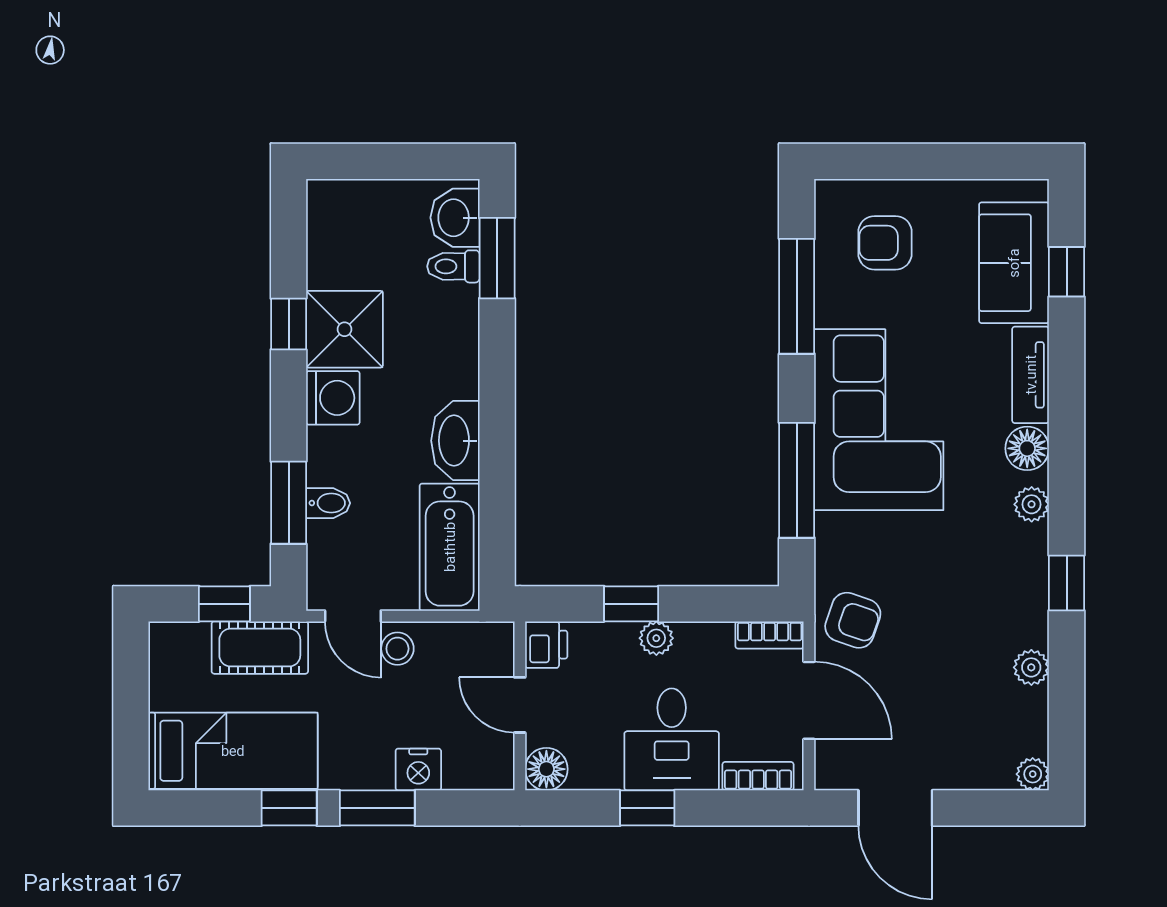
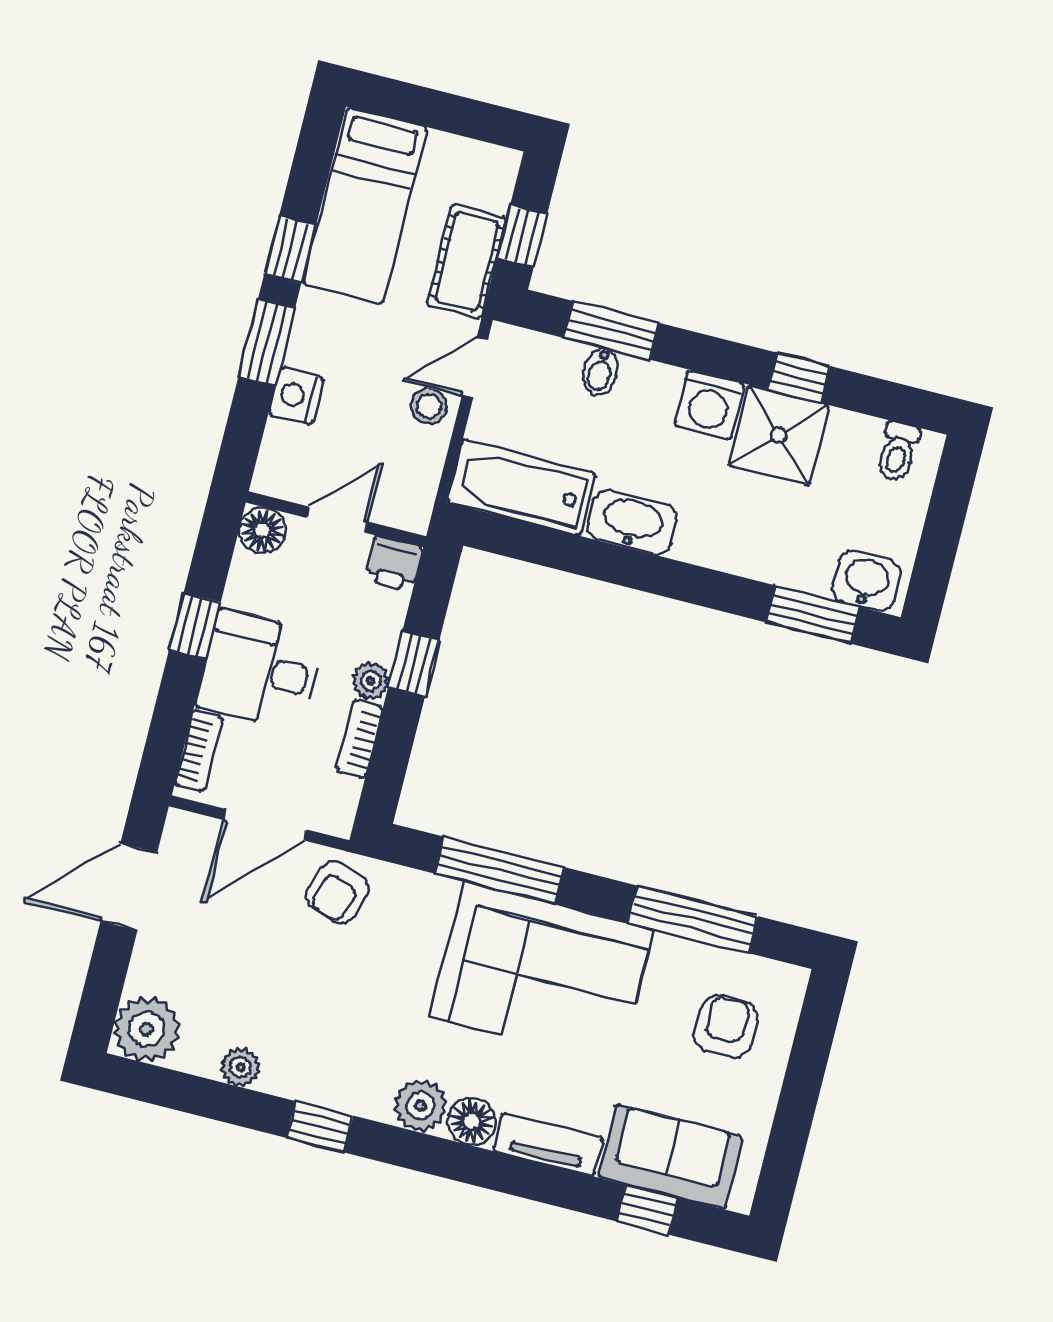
toilet: (453, 266) -> (898, 452), moved, turned 180
plant: (1032, 504) -> (420, 1106), width x1.38, depth x1.38
bookcase: (770, 635) -> (360, 739), moved
plant: (1033, 774) -> (147, 1029), width x1.88, depth x1.88

